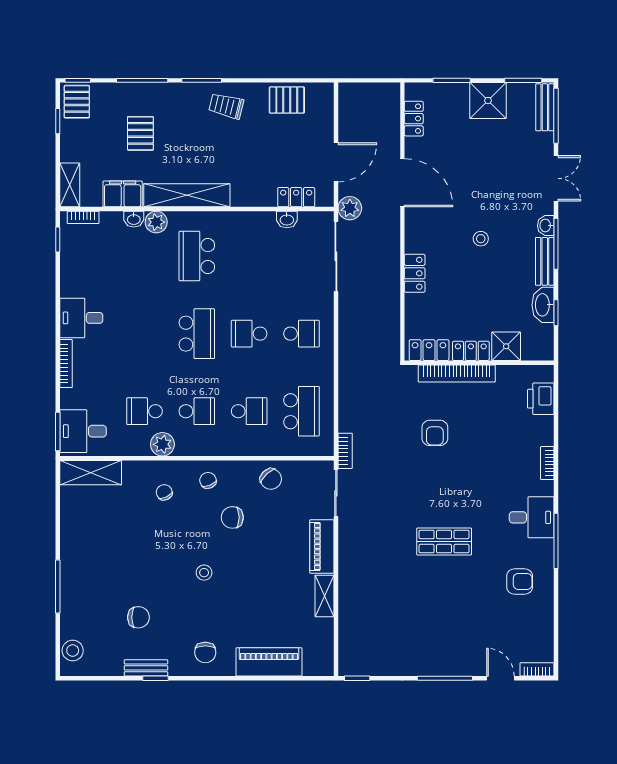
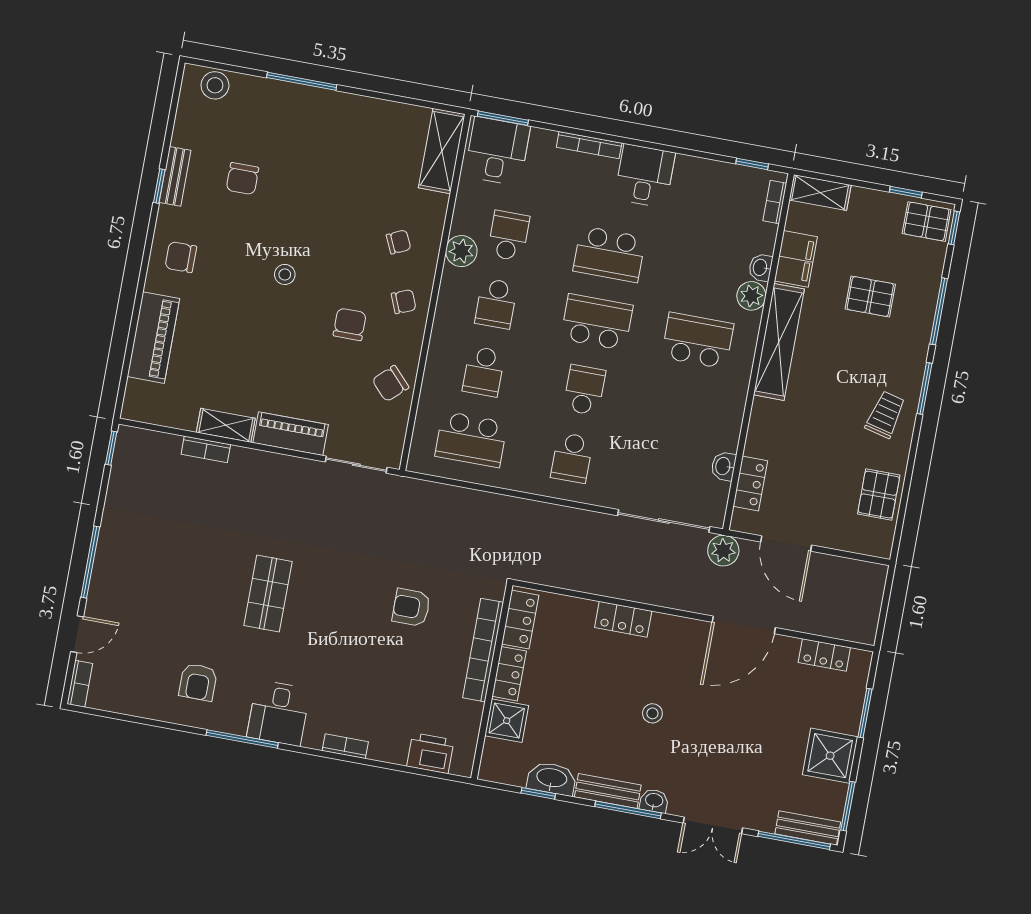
school desk: (145, 334) -> (609, 254), added
school desk: (197, 334) -> (597, 322), turned 180
bookcase: (345, 451) -> (206, 449), moved

